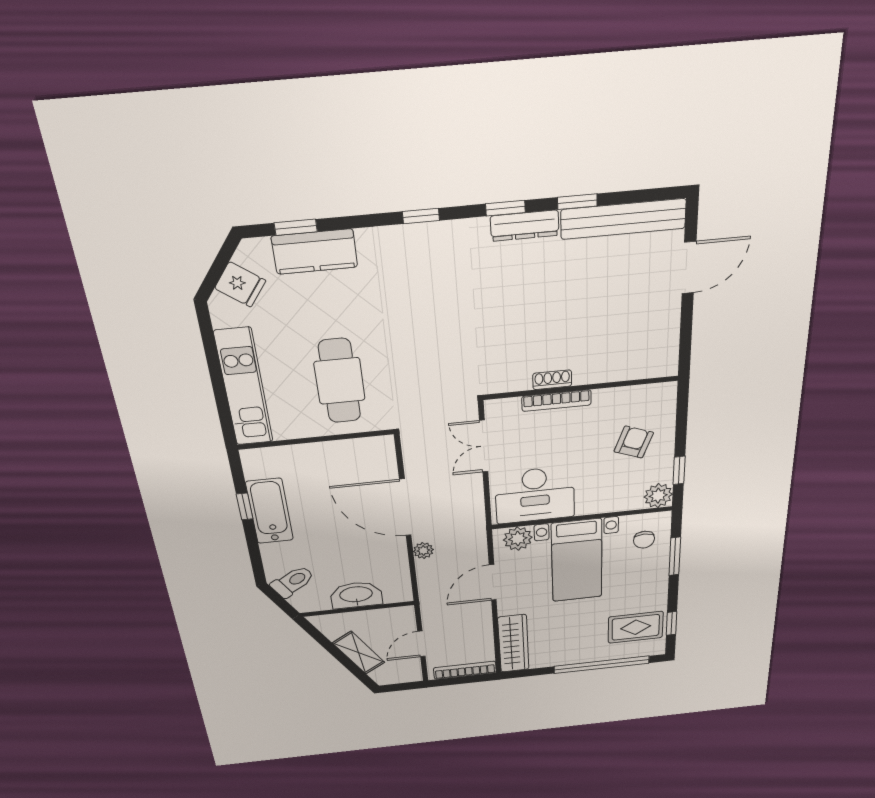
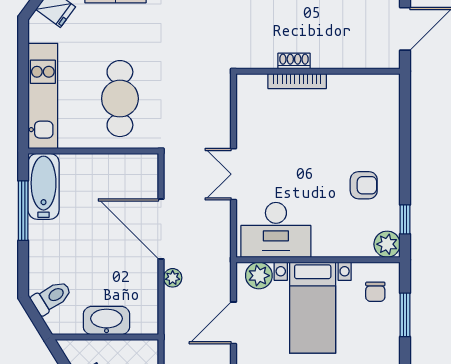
shoe rack: (552, 380) -> (294, 61), moved
wall: (581, 388) -> (318, 71), moved
bookcase: (556, 401) -> (297, 81), moved
armchair: (634, 442) -> (364, 185), turned 69
window: (245, 506) -> (23, 211), width x2.17
bathtub: (270, 511) -> (44, 186), moved

